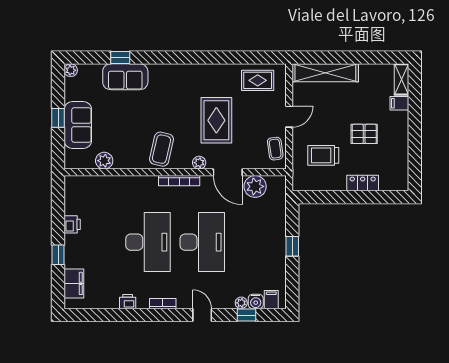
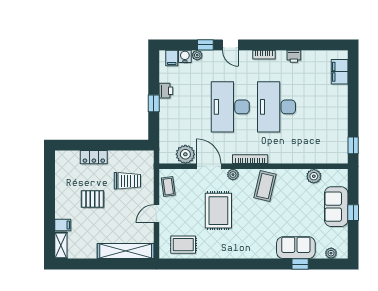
plant: (71, 70) -> (331, 253), moved
printer: (72, 224) -> (166, 91), moved, turned 180
window: (58, 255) -> (353, 145), moved
window: (247, 315) -> (205, 45), moved

